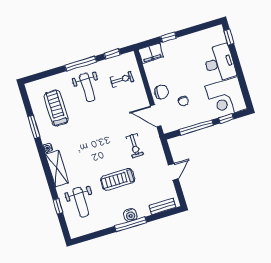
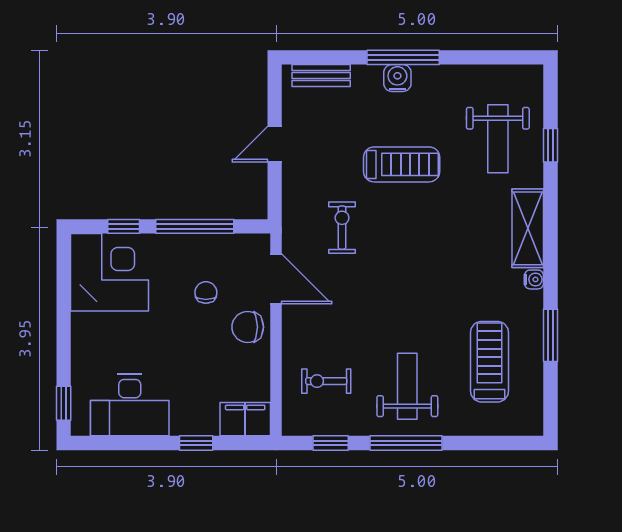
desk: (219, 63) -> (130, 405), moved, turned -90
treadmill: (56, 108) -> (490, 362), turned 180
weight bench: (81, 202) -> (498, 139), turned 180

